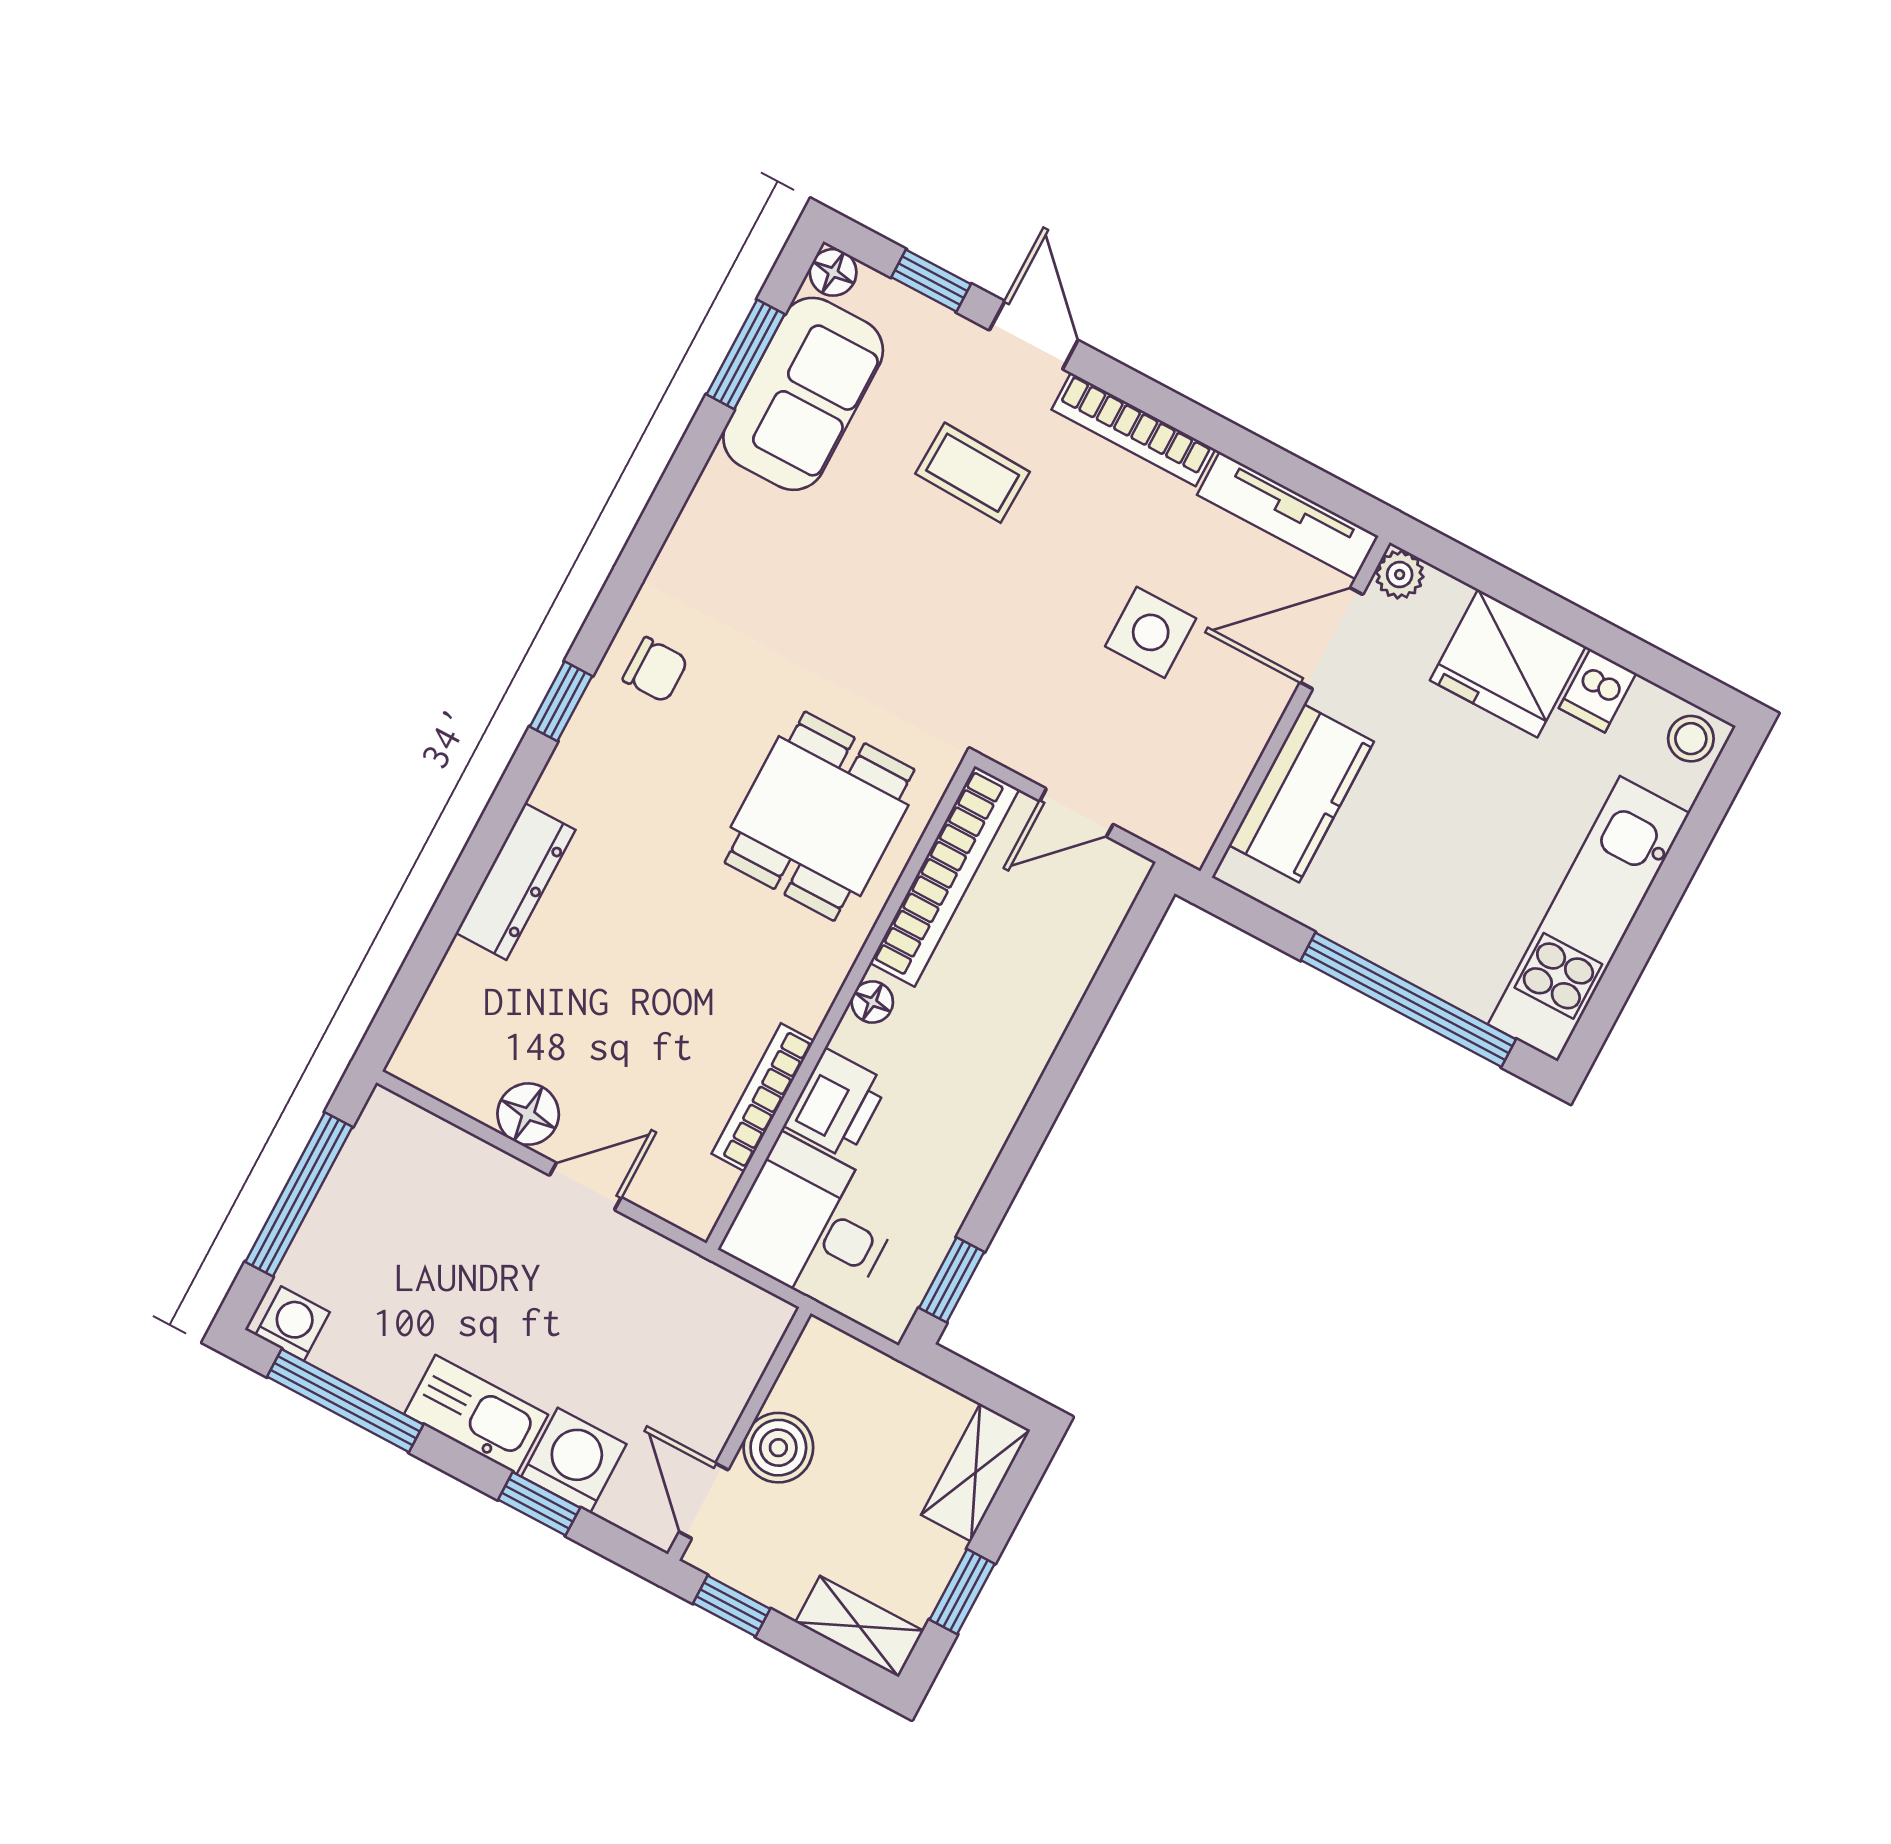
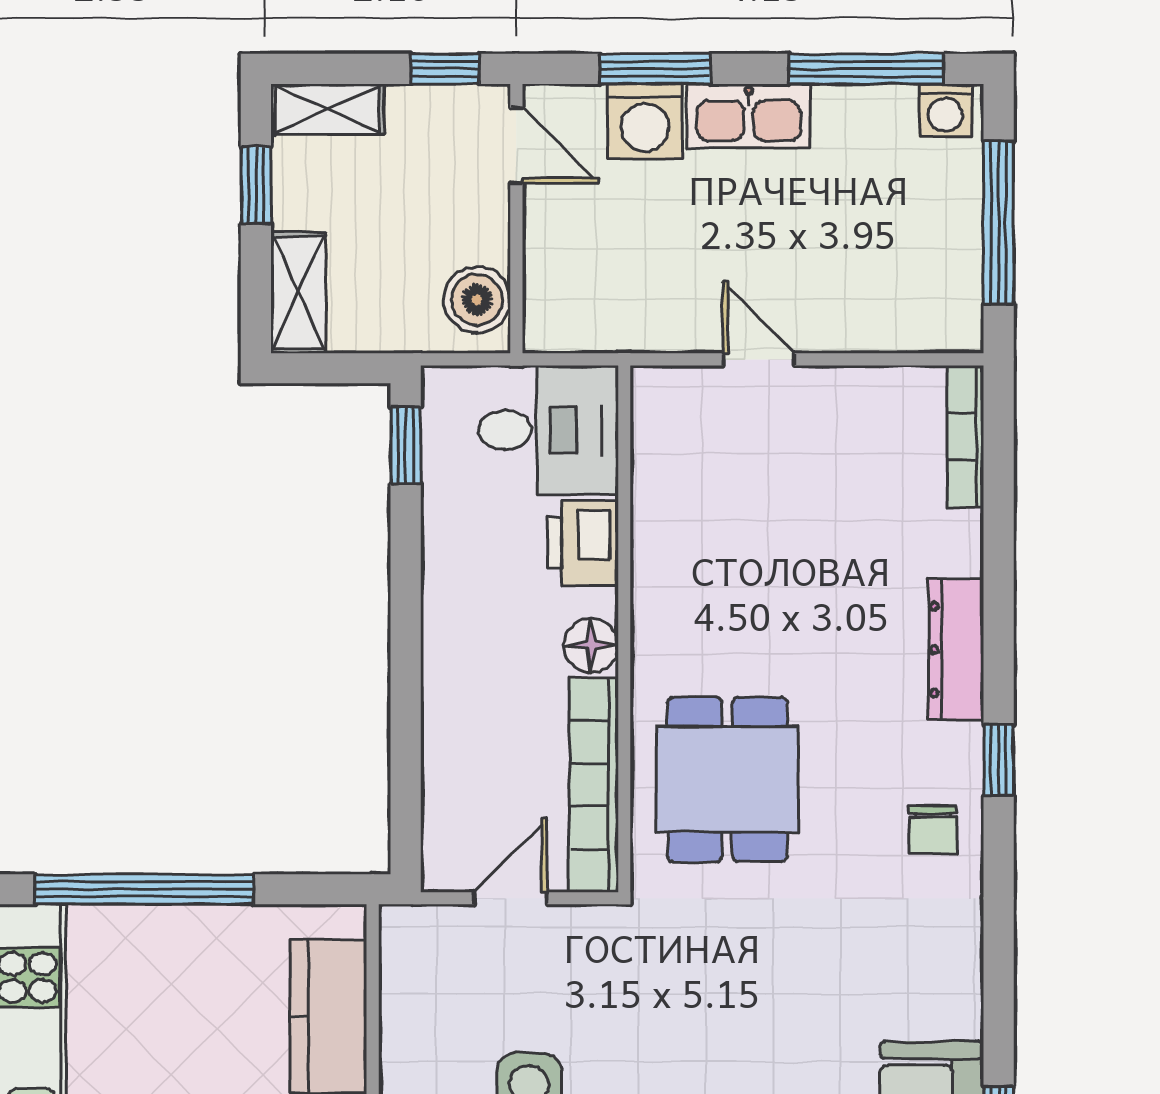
chair: (655, 670) -> (933, 830), turned -90
dresser: (516, 881) -> (956, 650), moved
floor lamp: (872, 1002) -> (591, 645), width x1.37, depth x1.37
bookcase: (763, 1097) -> (965, 436), moved, turned 180
floor lamp: (528, 1114) -> (840, 395), removed
door: (585, 1186) -> (759, 359), swing flipped
boiler: (778, 1448) -> (477, 300), moved
window: (539, 1504) -> (655, 69), width x1.50

